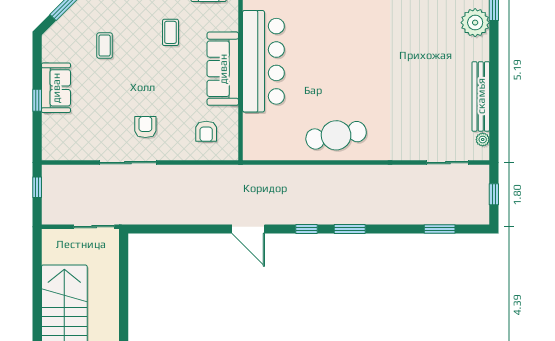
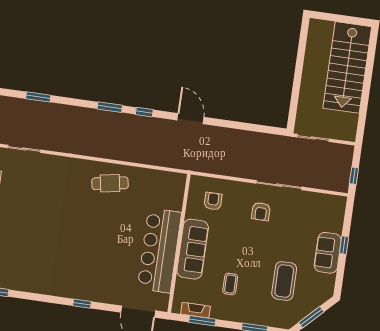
coffee table: (105, 46) -> (284, 281), width x1.86, depth x1.72
cafe table: (336, 135) -> (110, 183), width x0.73, depth x0.74

